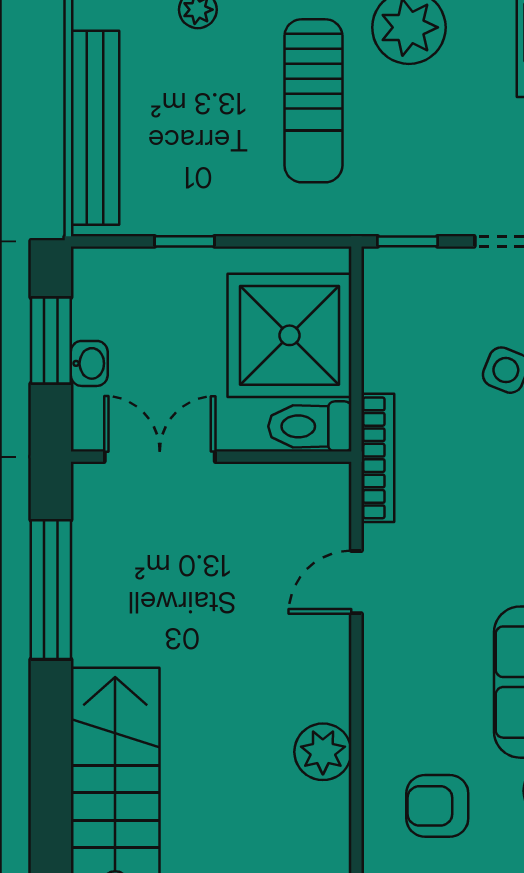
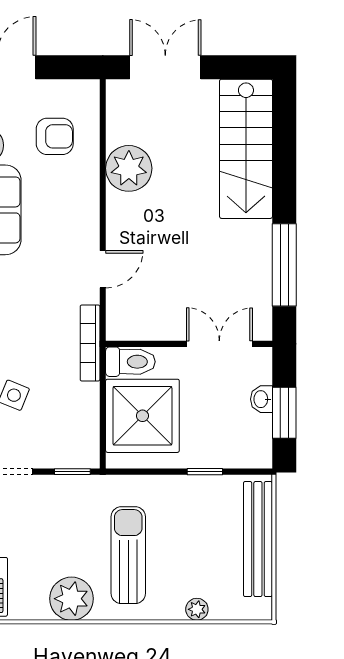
double door: (160, 457) -> (219, 344), swing flipped
plant: (323, 752) -> (129, 168), width x1.36, depth x1.36

